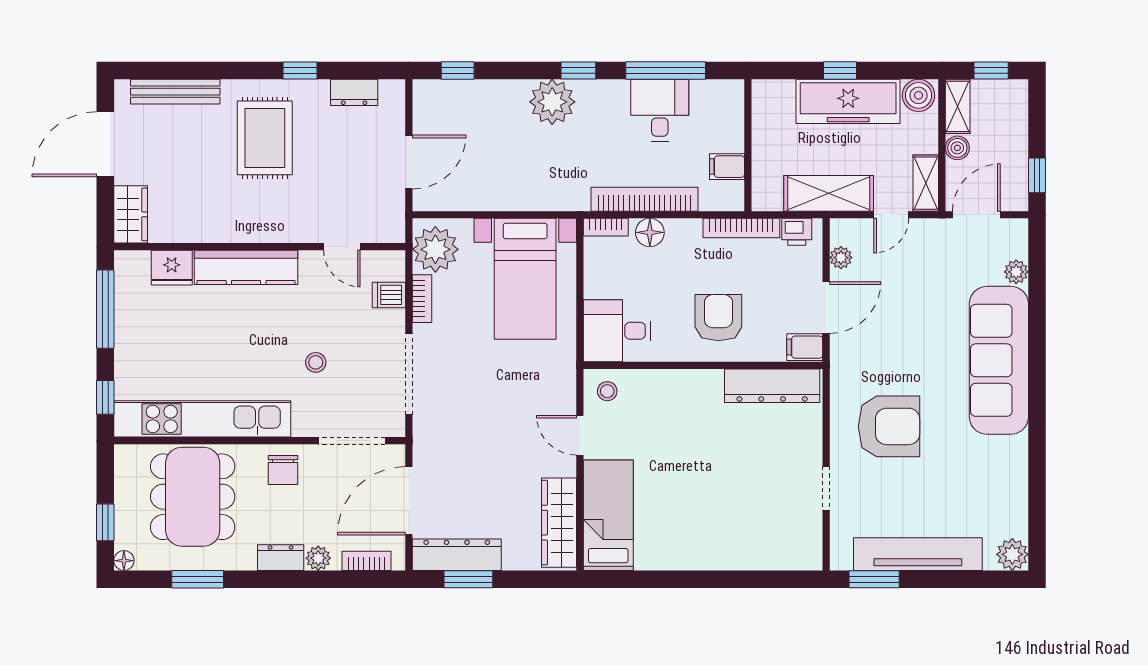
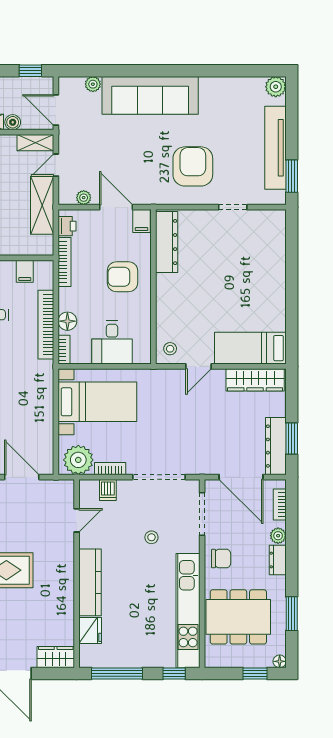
door: (891, 215) -> (56, 165), swing flipped
desk: (617, 331) -> (112, 342), moved

